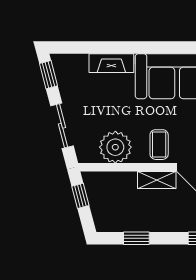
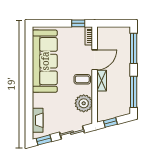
fireplace: (111, 63) -> (38, 120), moved
window: (136, 238) -> (134, 92), width x2.17

